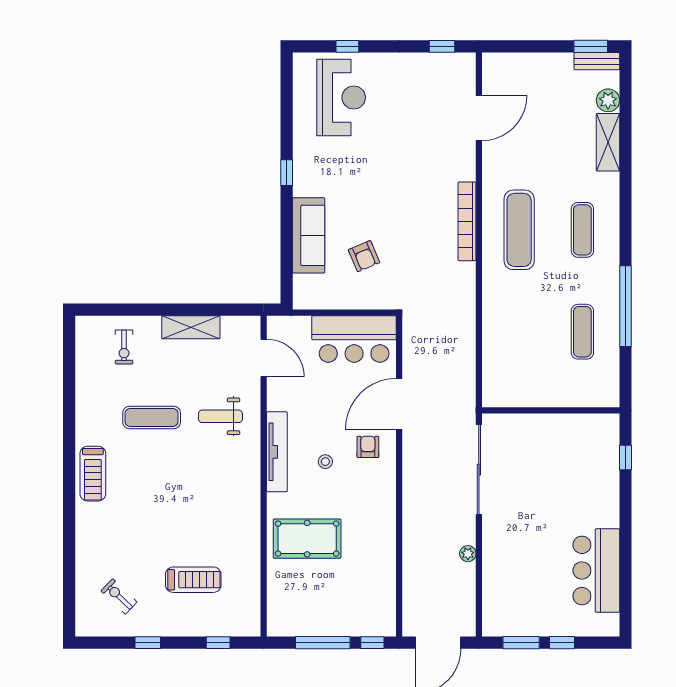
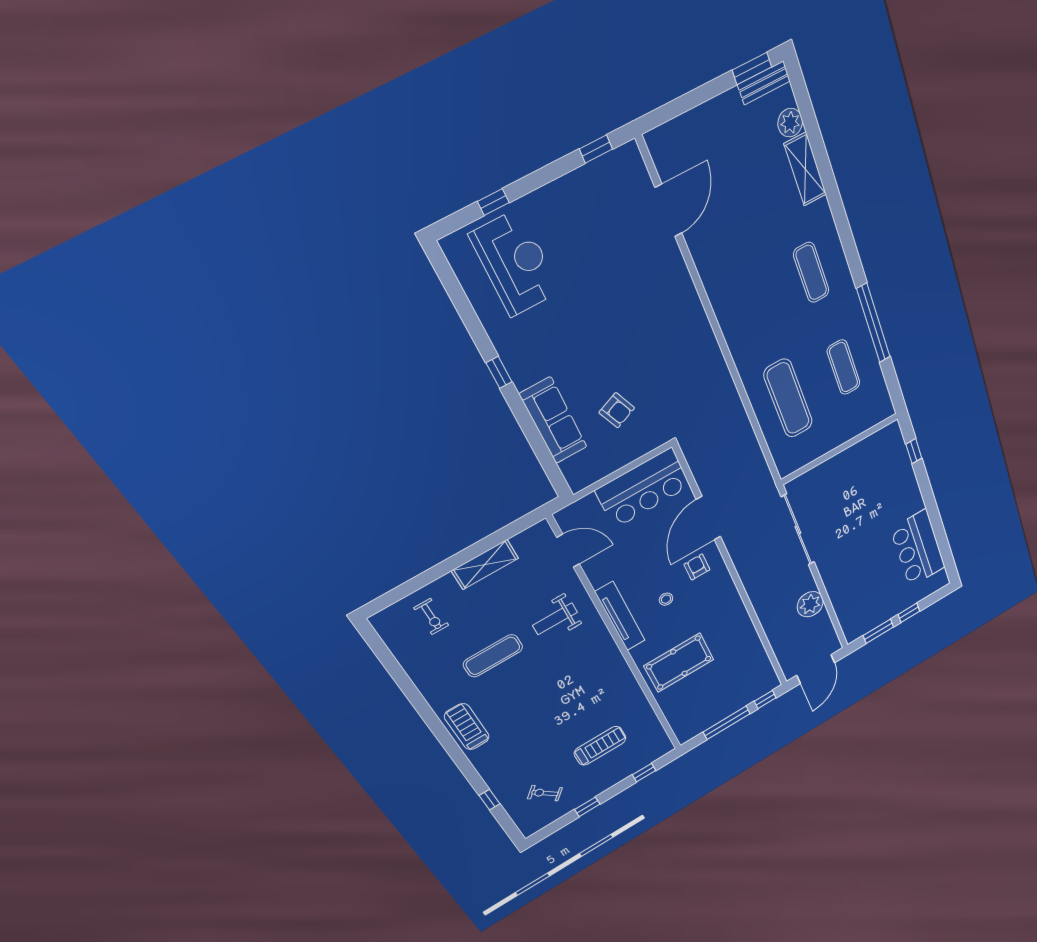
bookcase: (467, 221) -> (700, 323), removed
exercise mat: (519, 230) -> (788, 398), moved
treadmill: (93, 474) -> (467, 727), turned 180
plant: (468, 554) -> (810, 604), width x1.87, depth x1.87
window: (69, 566) -> (490, 800), added

